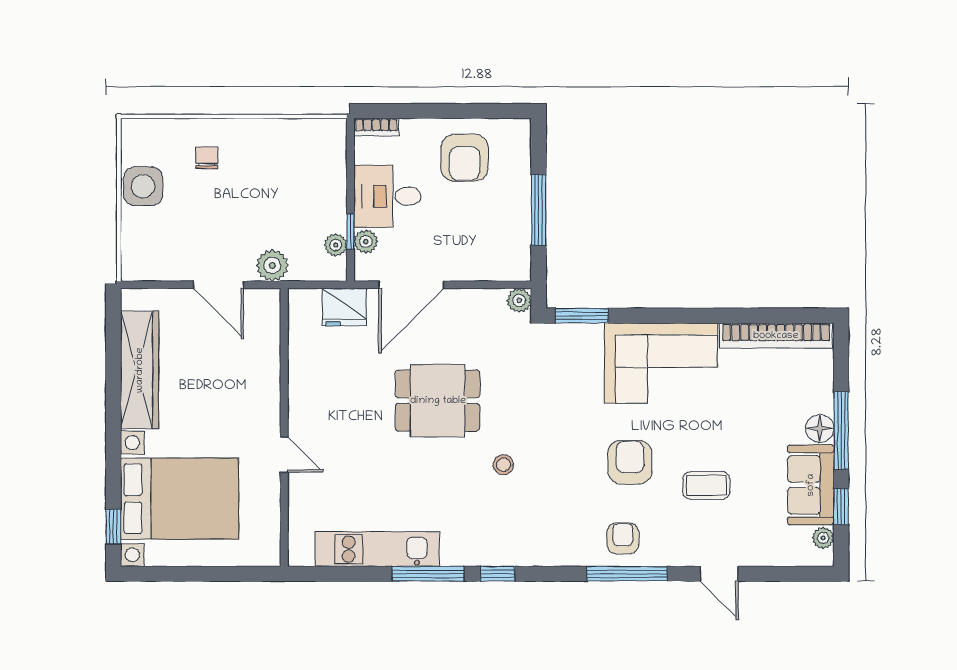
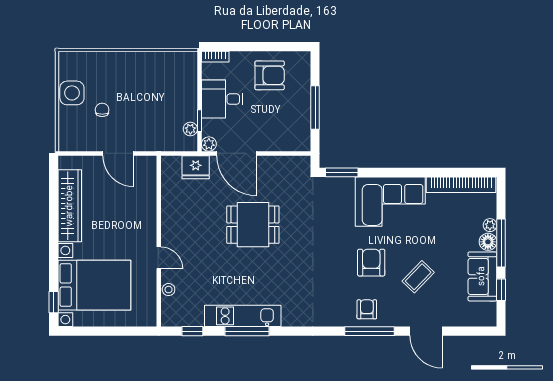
chair: (207, 158) -> (102, 110), moved
armchair: (465, 158) -> (270, 75), turned -90
plant: (366, 241) -> (209, 144), moved
plant: (272, 265) -> (151, 142), removed
door: (411, 285) -> (237, 153), hinge flipped
plant: (519, 300) -> (303, 163), removed
stool: (503, 465) -> (169, 290), moved
coffee table: (706, 485) -> (418, 277), turned -46
plant: (823, 538) -> (490, 225), moved
kitchen unit: (377, 549) -> (243, 316), moved
window: (498, 574) -> (192, 331), moved
door: (719, 574) -> (426, 331), width x1.38

